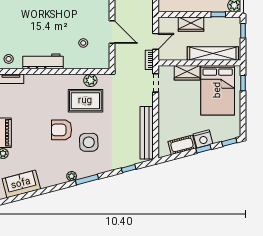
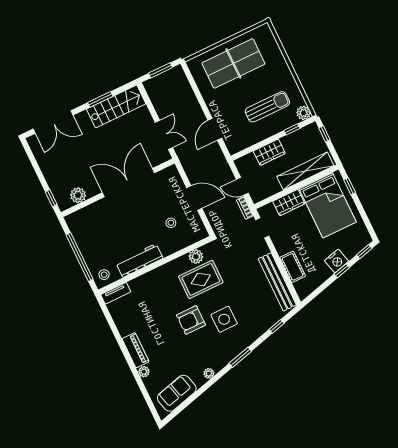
door: (156, 41) -> (242, 186), swing flipped
cot: (182, 145) -> (293, 267), moved, turned -75
plant: (72, 176) -> (209, 373), moved

